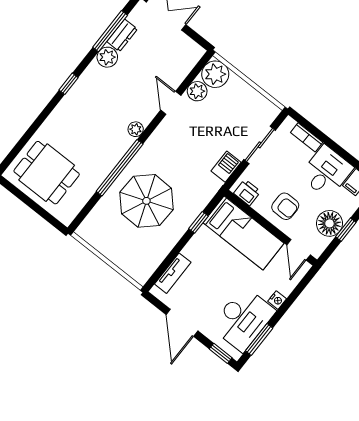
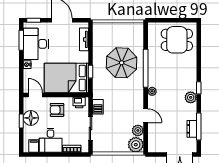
plant: (107, 57) -> (191, 97), moved
bed: (244, 233) -> (66, 78), width x1.50

